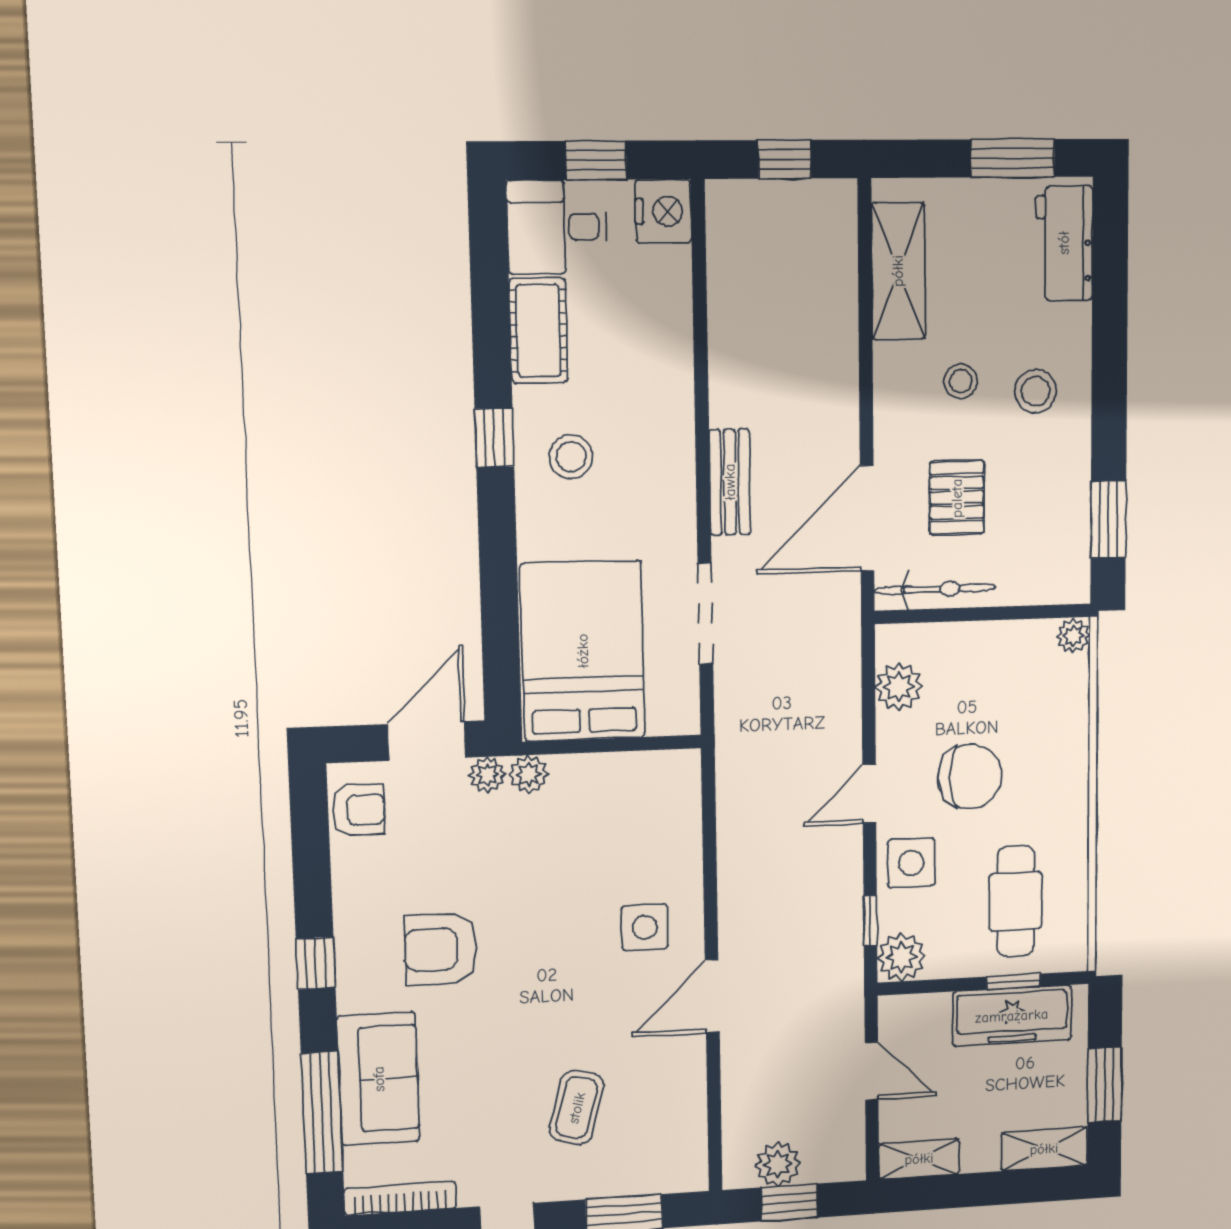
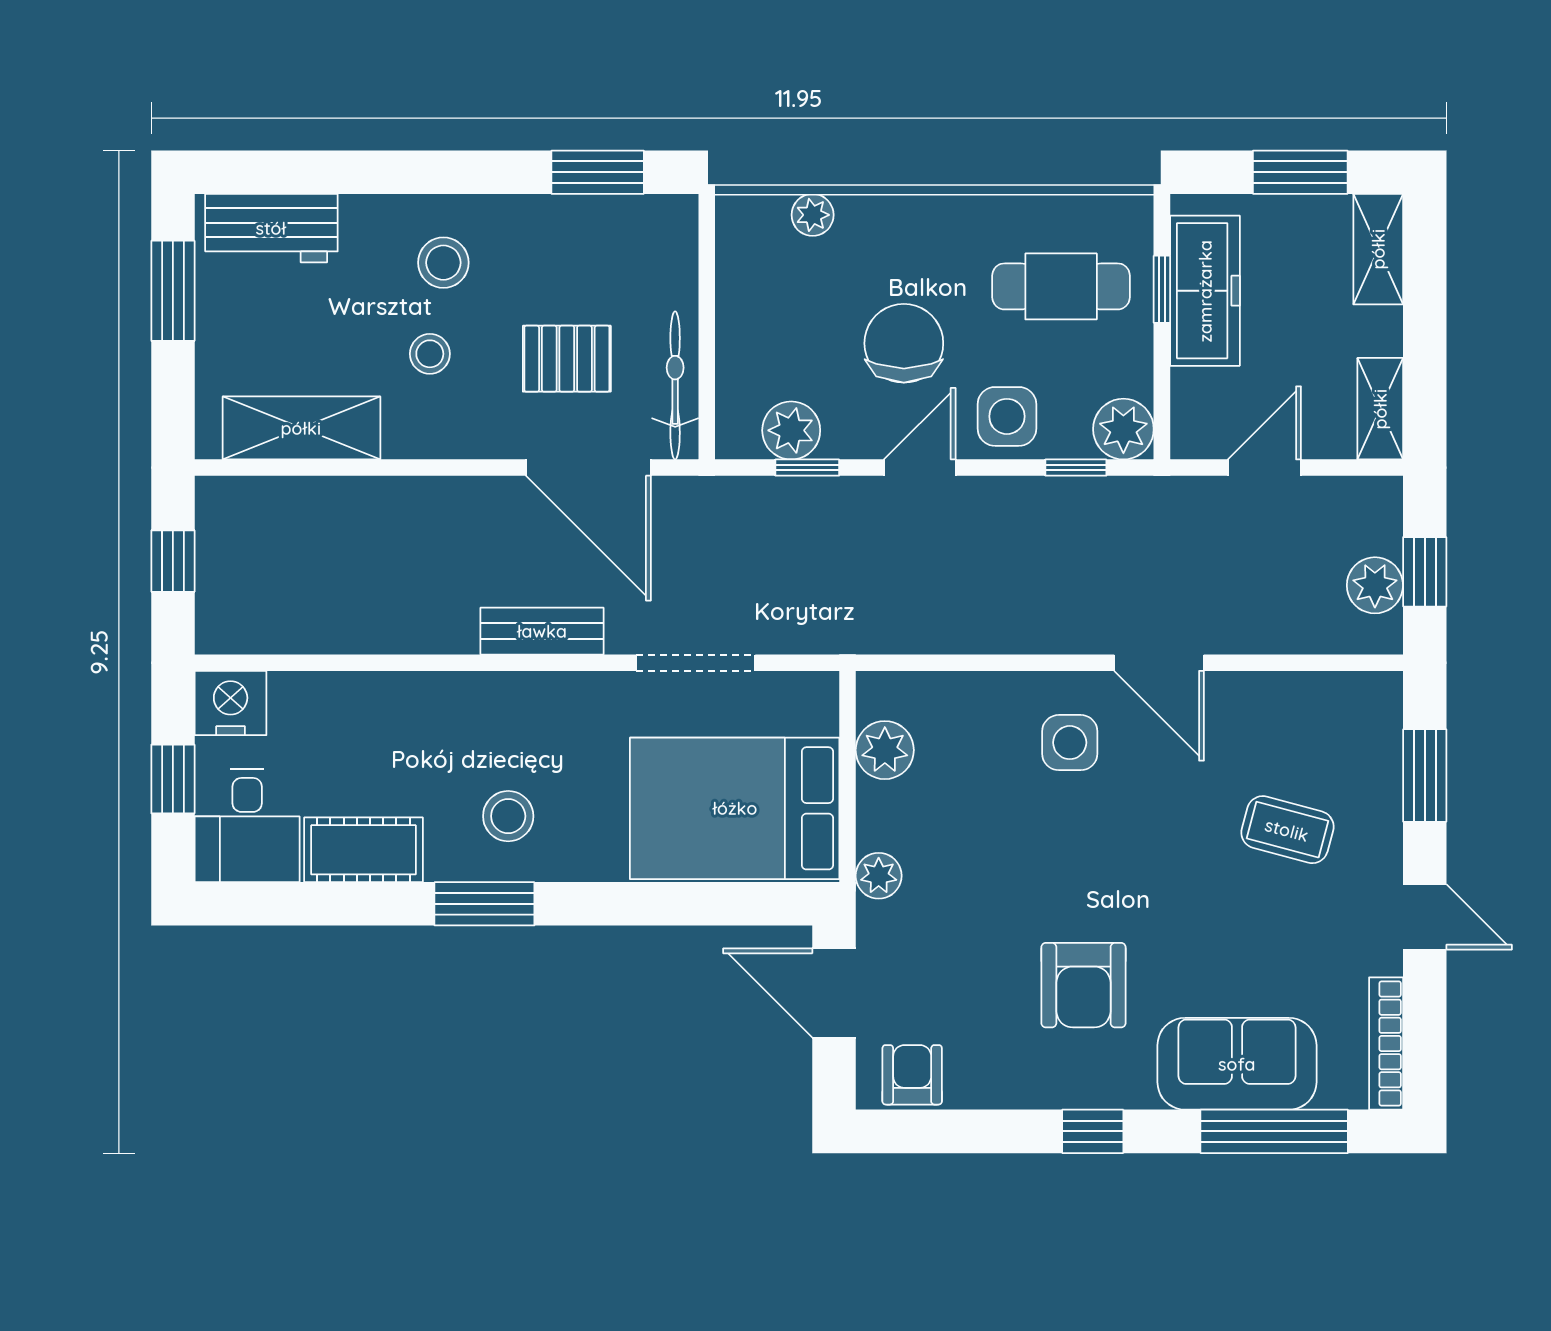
window: (494, 438) -> (484, 904), width x1.50
plant: (1073, 636) -> (813, 215), moved
window: (869, 701) -> (807, 468), added
plant: (487, 775) -> (885, 750), moved, width x1.38, depth x1.38
door: (869, 794) -> (920, 468), swing flipped

